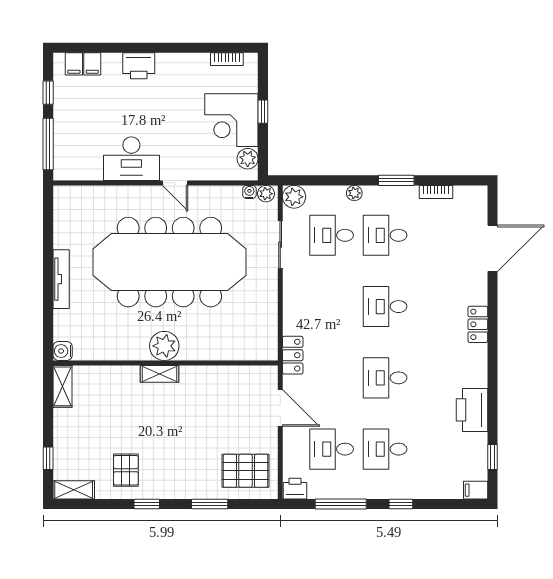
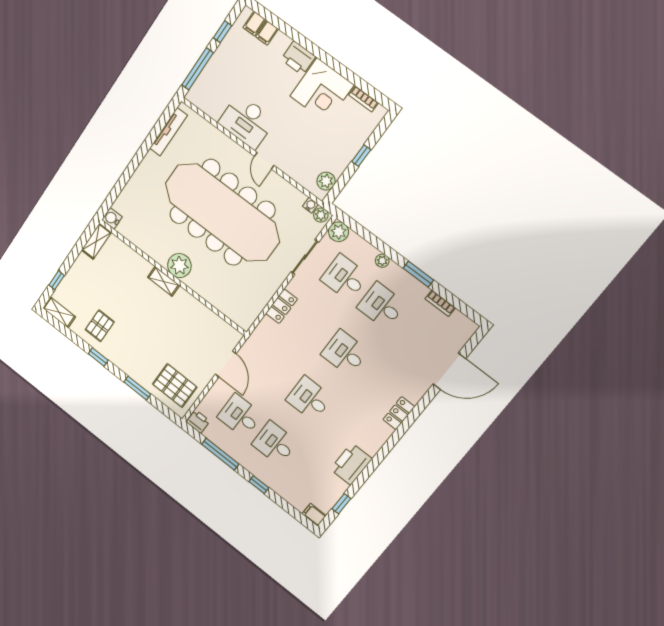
corner desk: (231, 120) -> (322, 91), moved, turned -90
tv unit: (61, 279) -> (168, 132), moved
locker: (293, 355) -> (282, 306), moved

